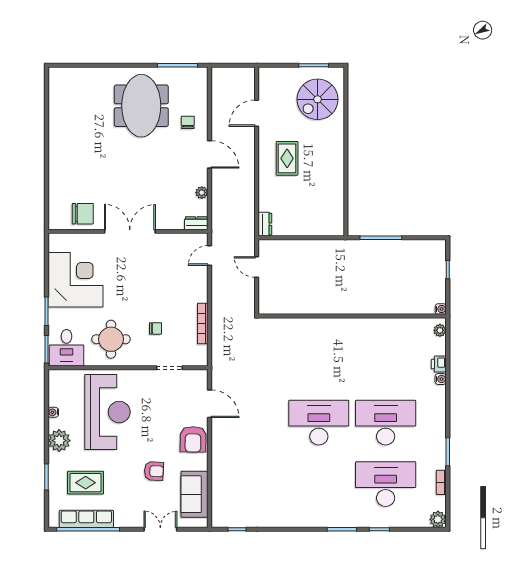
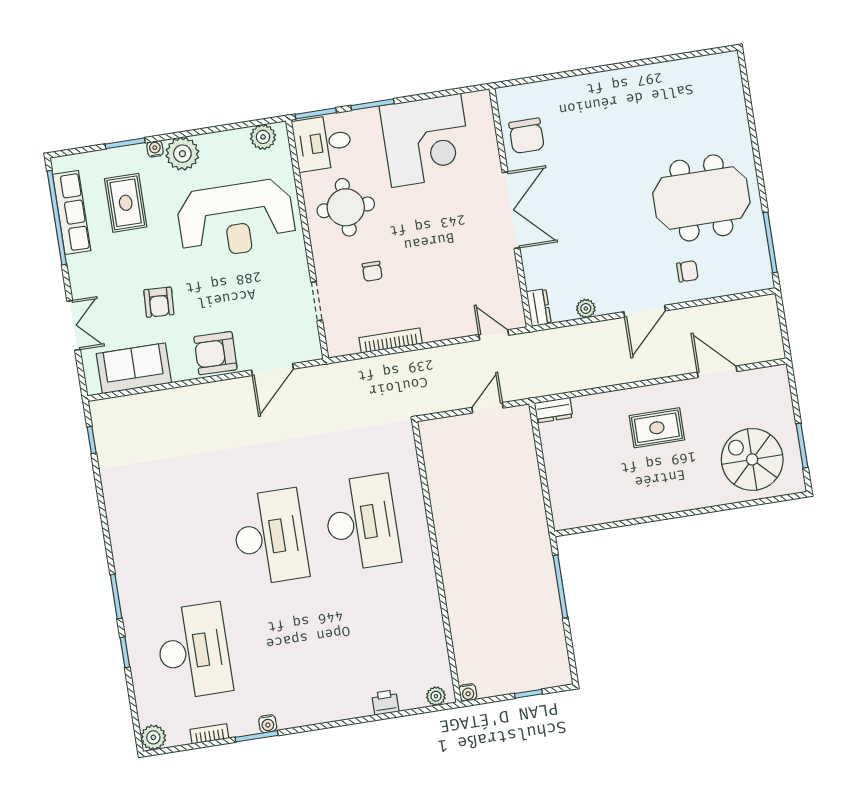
water cooler: (441, 379) -> (268, 724), moved
plant: (57, 386) -> (263, 137), added
water cooler: (53, 412) -> (155, 149), moved
desk: (386, 423) -> (362, 523), moved

